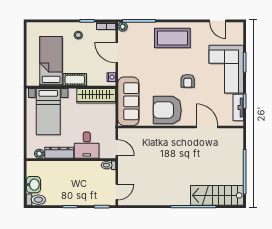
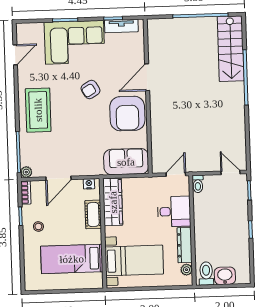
cot: (75, 80) -> (93, 214), moved
armchair: (188, 81) -> (91, 89), turned 150
sofa: (128, 101) -> (126, 162), width x0.73
door: (207, 127) -> (147, 77), moved
toilet: (36, 200) -> (206, 273), moved

